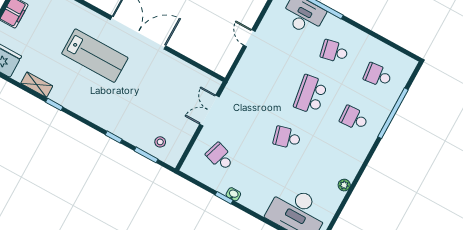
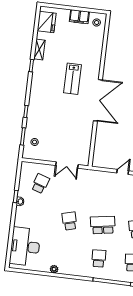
lab bench: (95, 56) -> (72, 79), width x0.73, depth x0.72
double door: (209, 111) -> (67, 165), swing flipped

